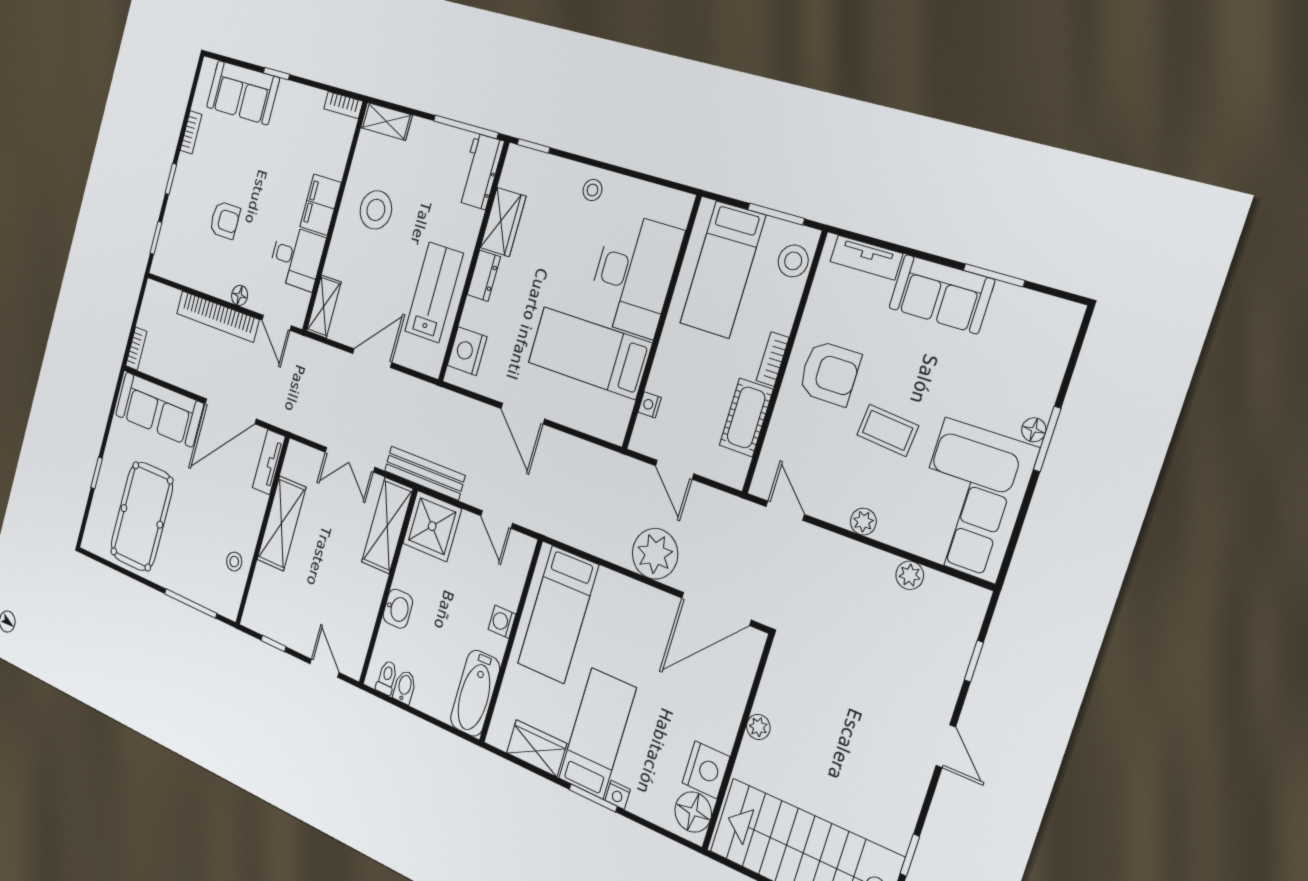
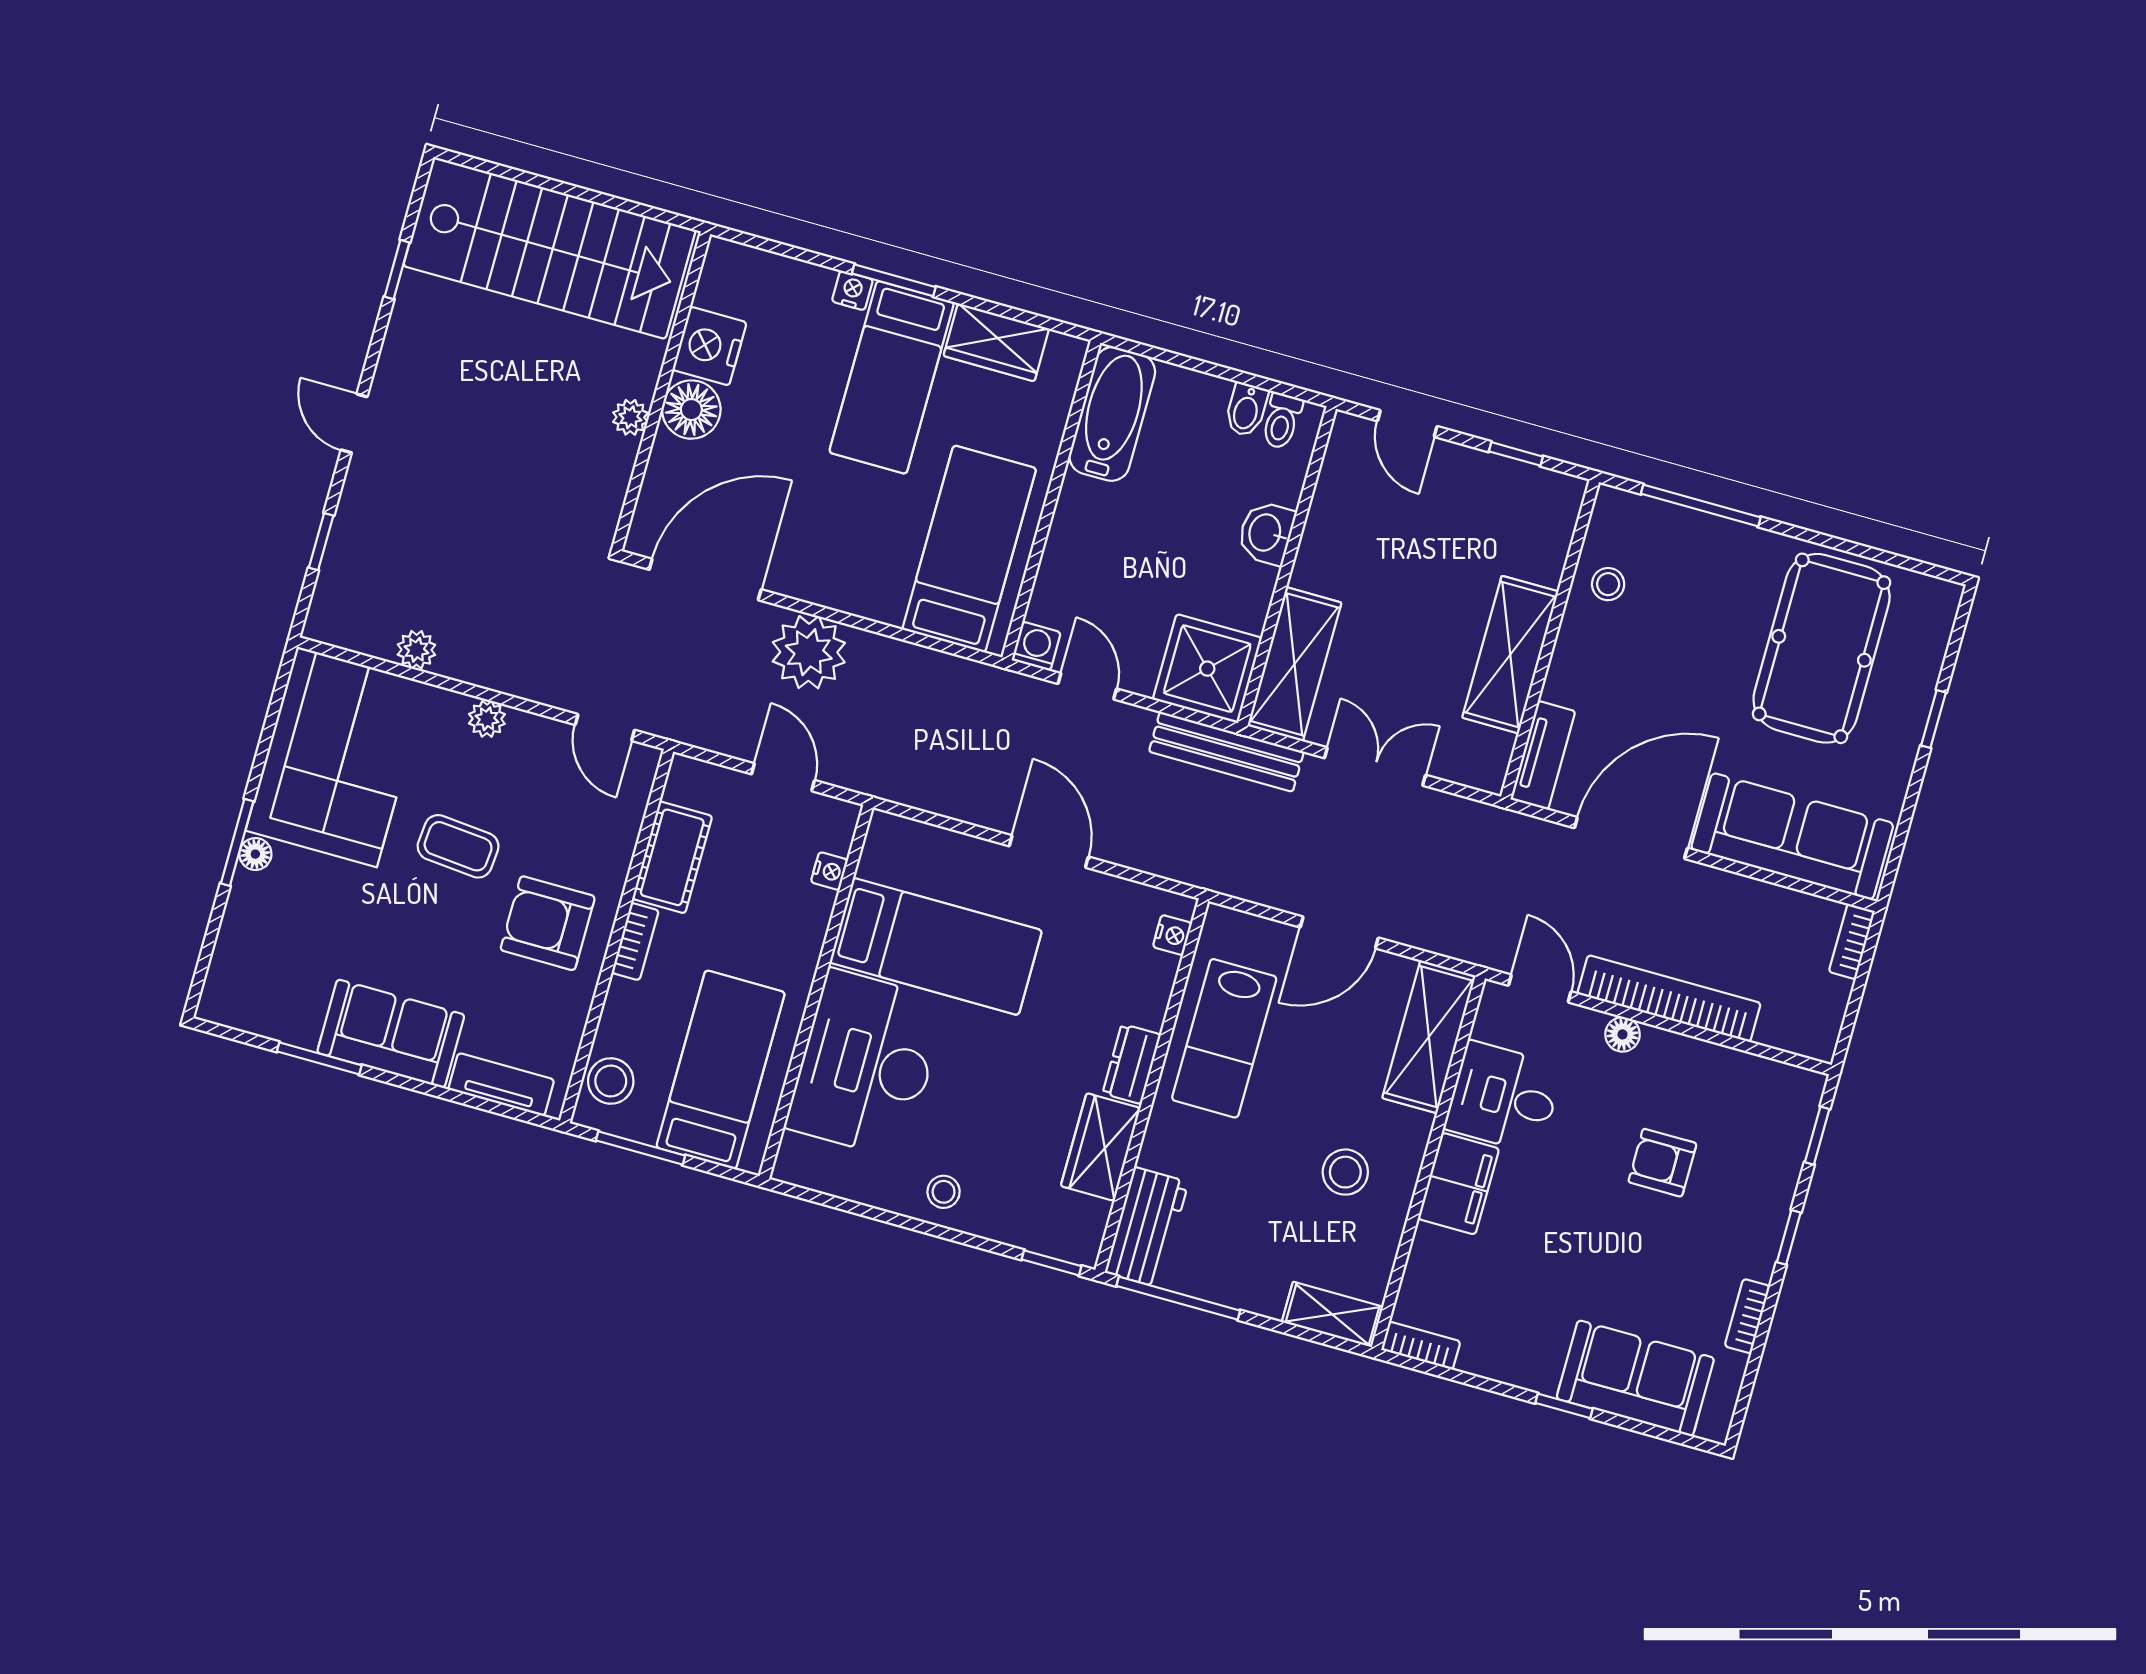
stool: (376, 210) -> (1345, 1172), width x0.73, depth x0.73
shelving: (324, 307) -> (1429, 1037), width x1.50, depth x1.33
nightstand: (467, 351) -> (1172, 935), width x0.53, depth x0.56
washing machine: (502, 622) -> (1036, 646), moved, turned -90
floor lamp: (693, 812) -> (691, 410), moved

